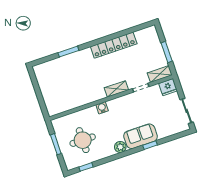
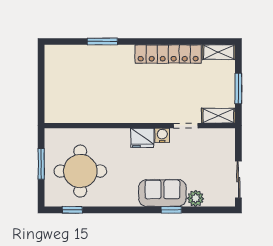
fridge: (168, 87) -> (142, 138), moved
shelving: (116, 89) -> (219, 52), moved
water cooler: (102, 108) -> (162, 135), moved
round table: (83, 140) -> (80, 171), width x1.36, depth x1.36
plant: (120, 147) -> (196, 198), moved

